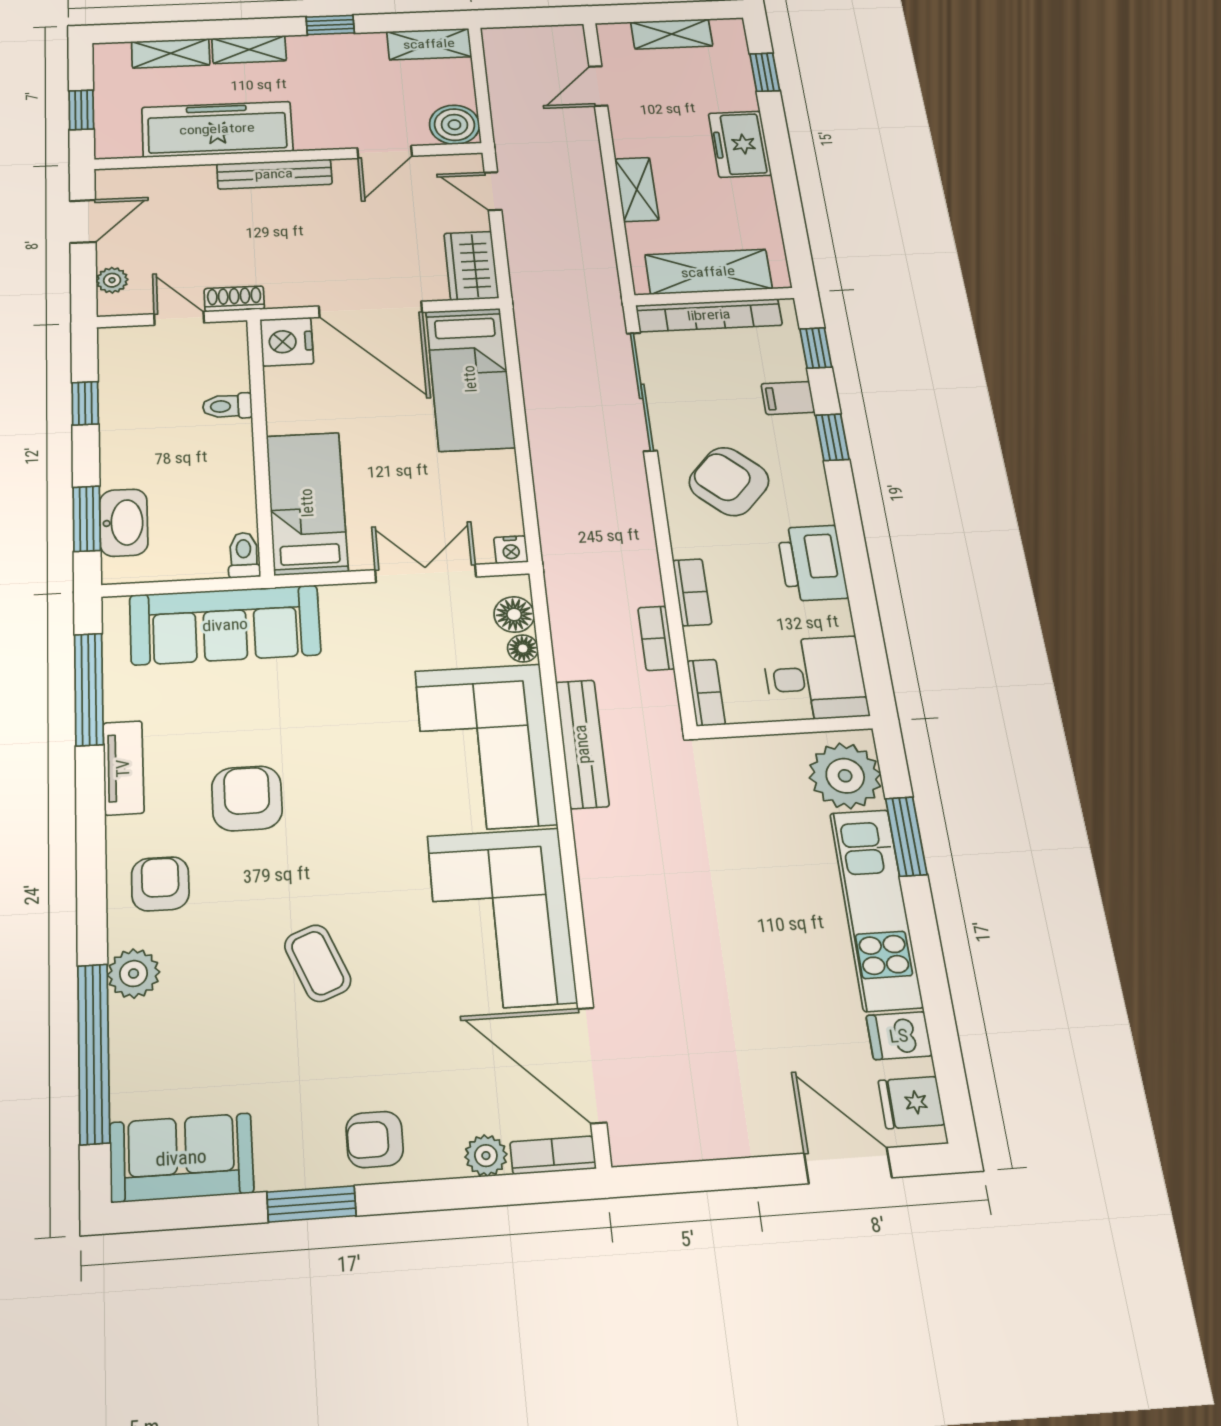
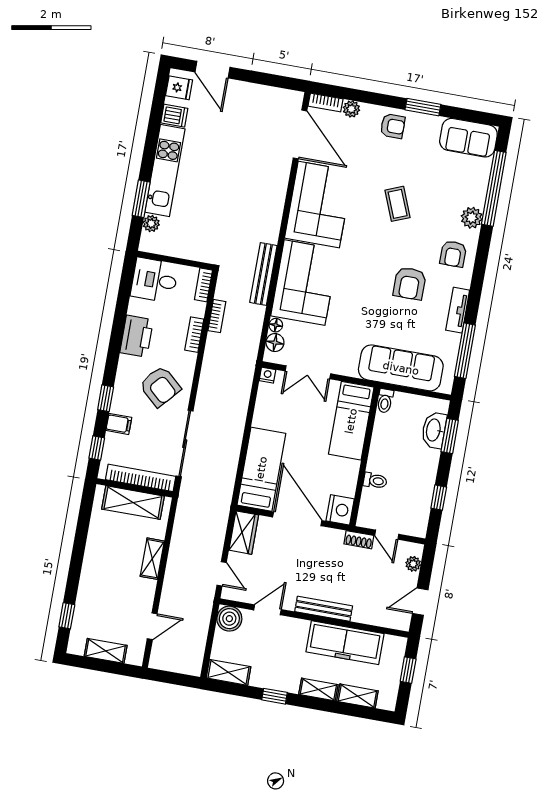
freezer: (740, 144) -> (94, 574), removed
plant: (845, 776) -> (151, 224), width x0.53, depth x0.53

